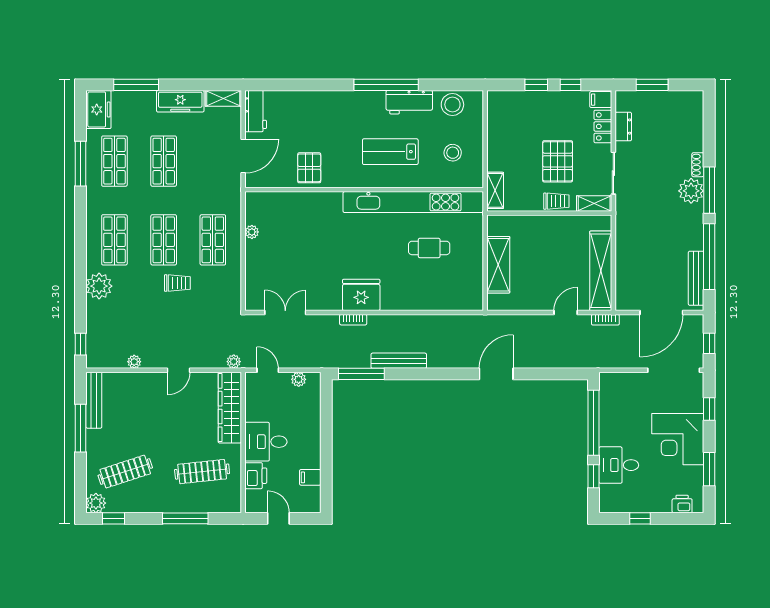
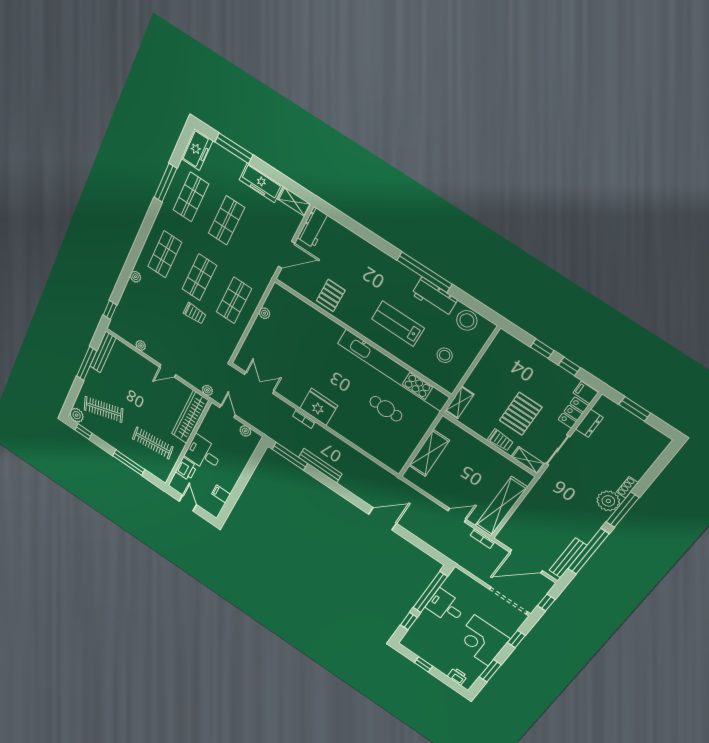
plant: (99, 286) -> (135, 277), width x0.53, depth x0.53
desk: (619, 465) -> (446, 606), moved

